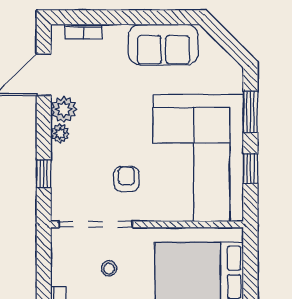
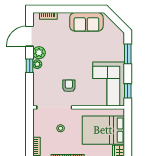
corner sofa: (198, 158) -> (109, 84), width x0.73, depth x0.74
window: (250, 168) -> (128, 91), moved
window: (44, 174) -> (30, 66), moved

